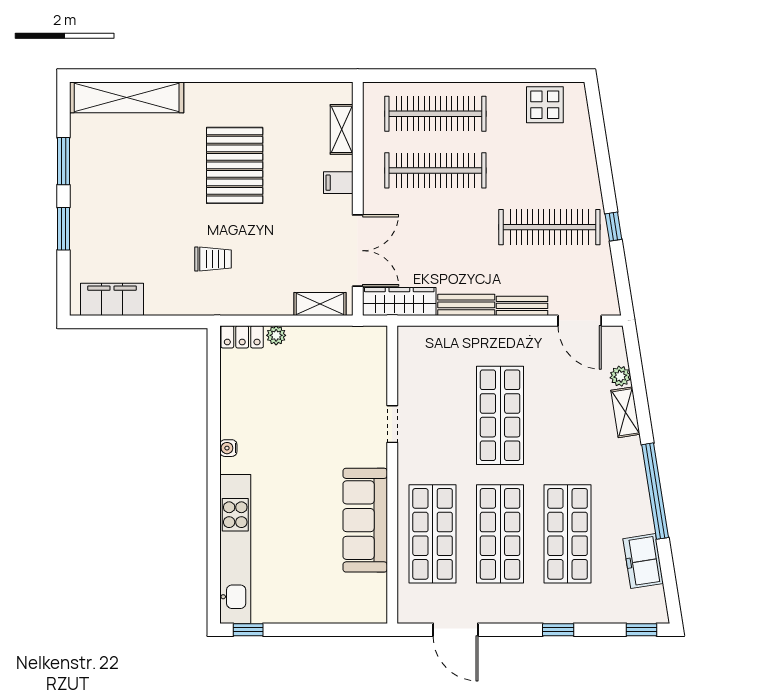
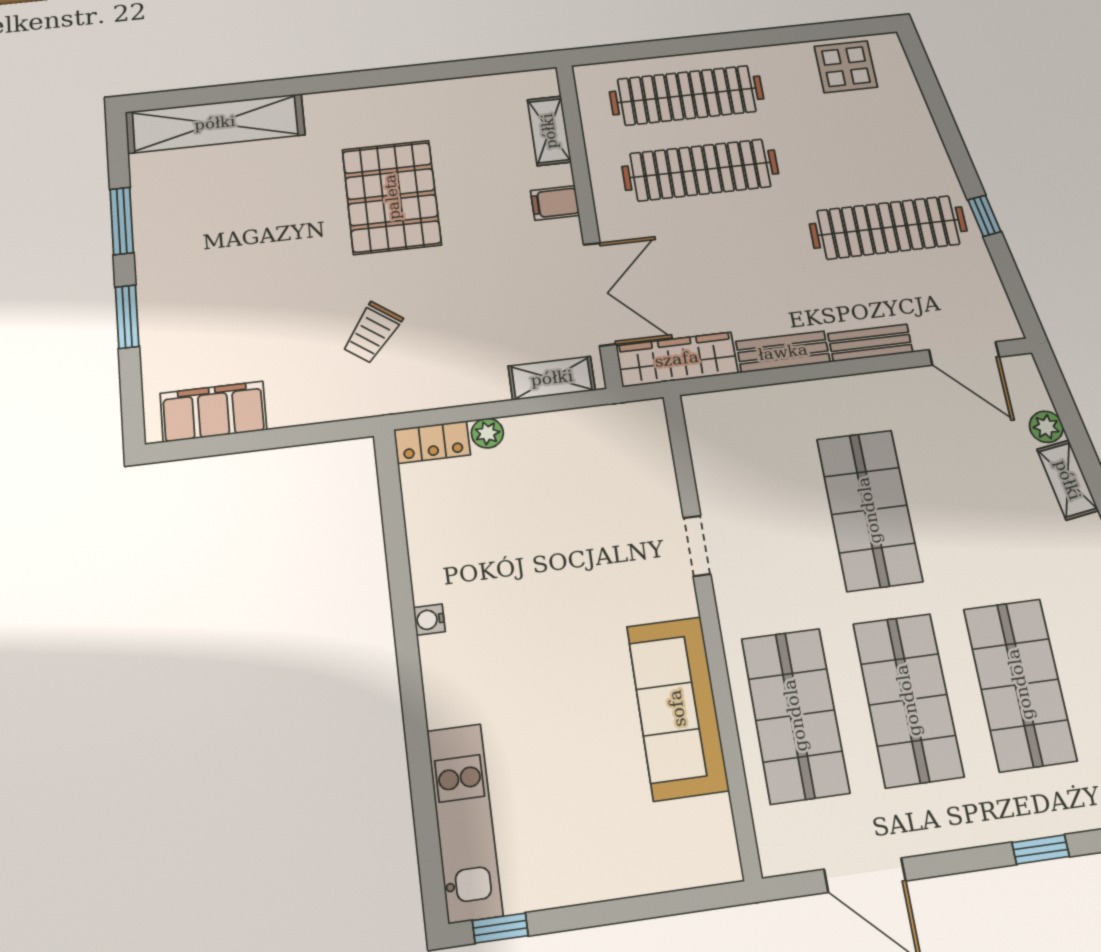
trolley: (213, 259) -> (372, 333), turned 127
kitchen unit: (235, 549) -> (465, 822), width x0.73

